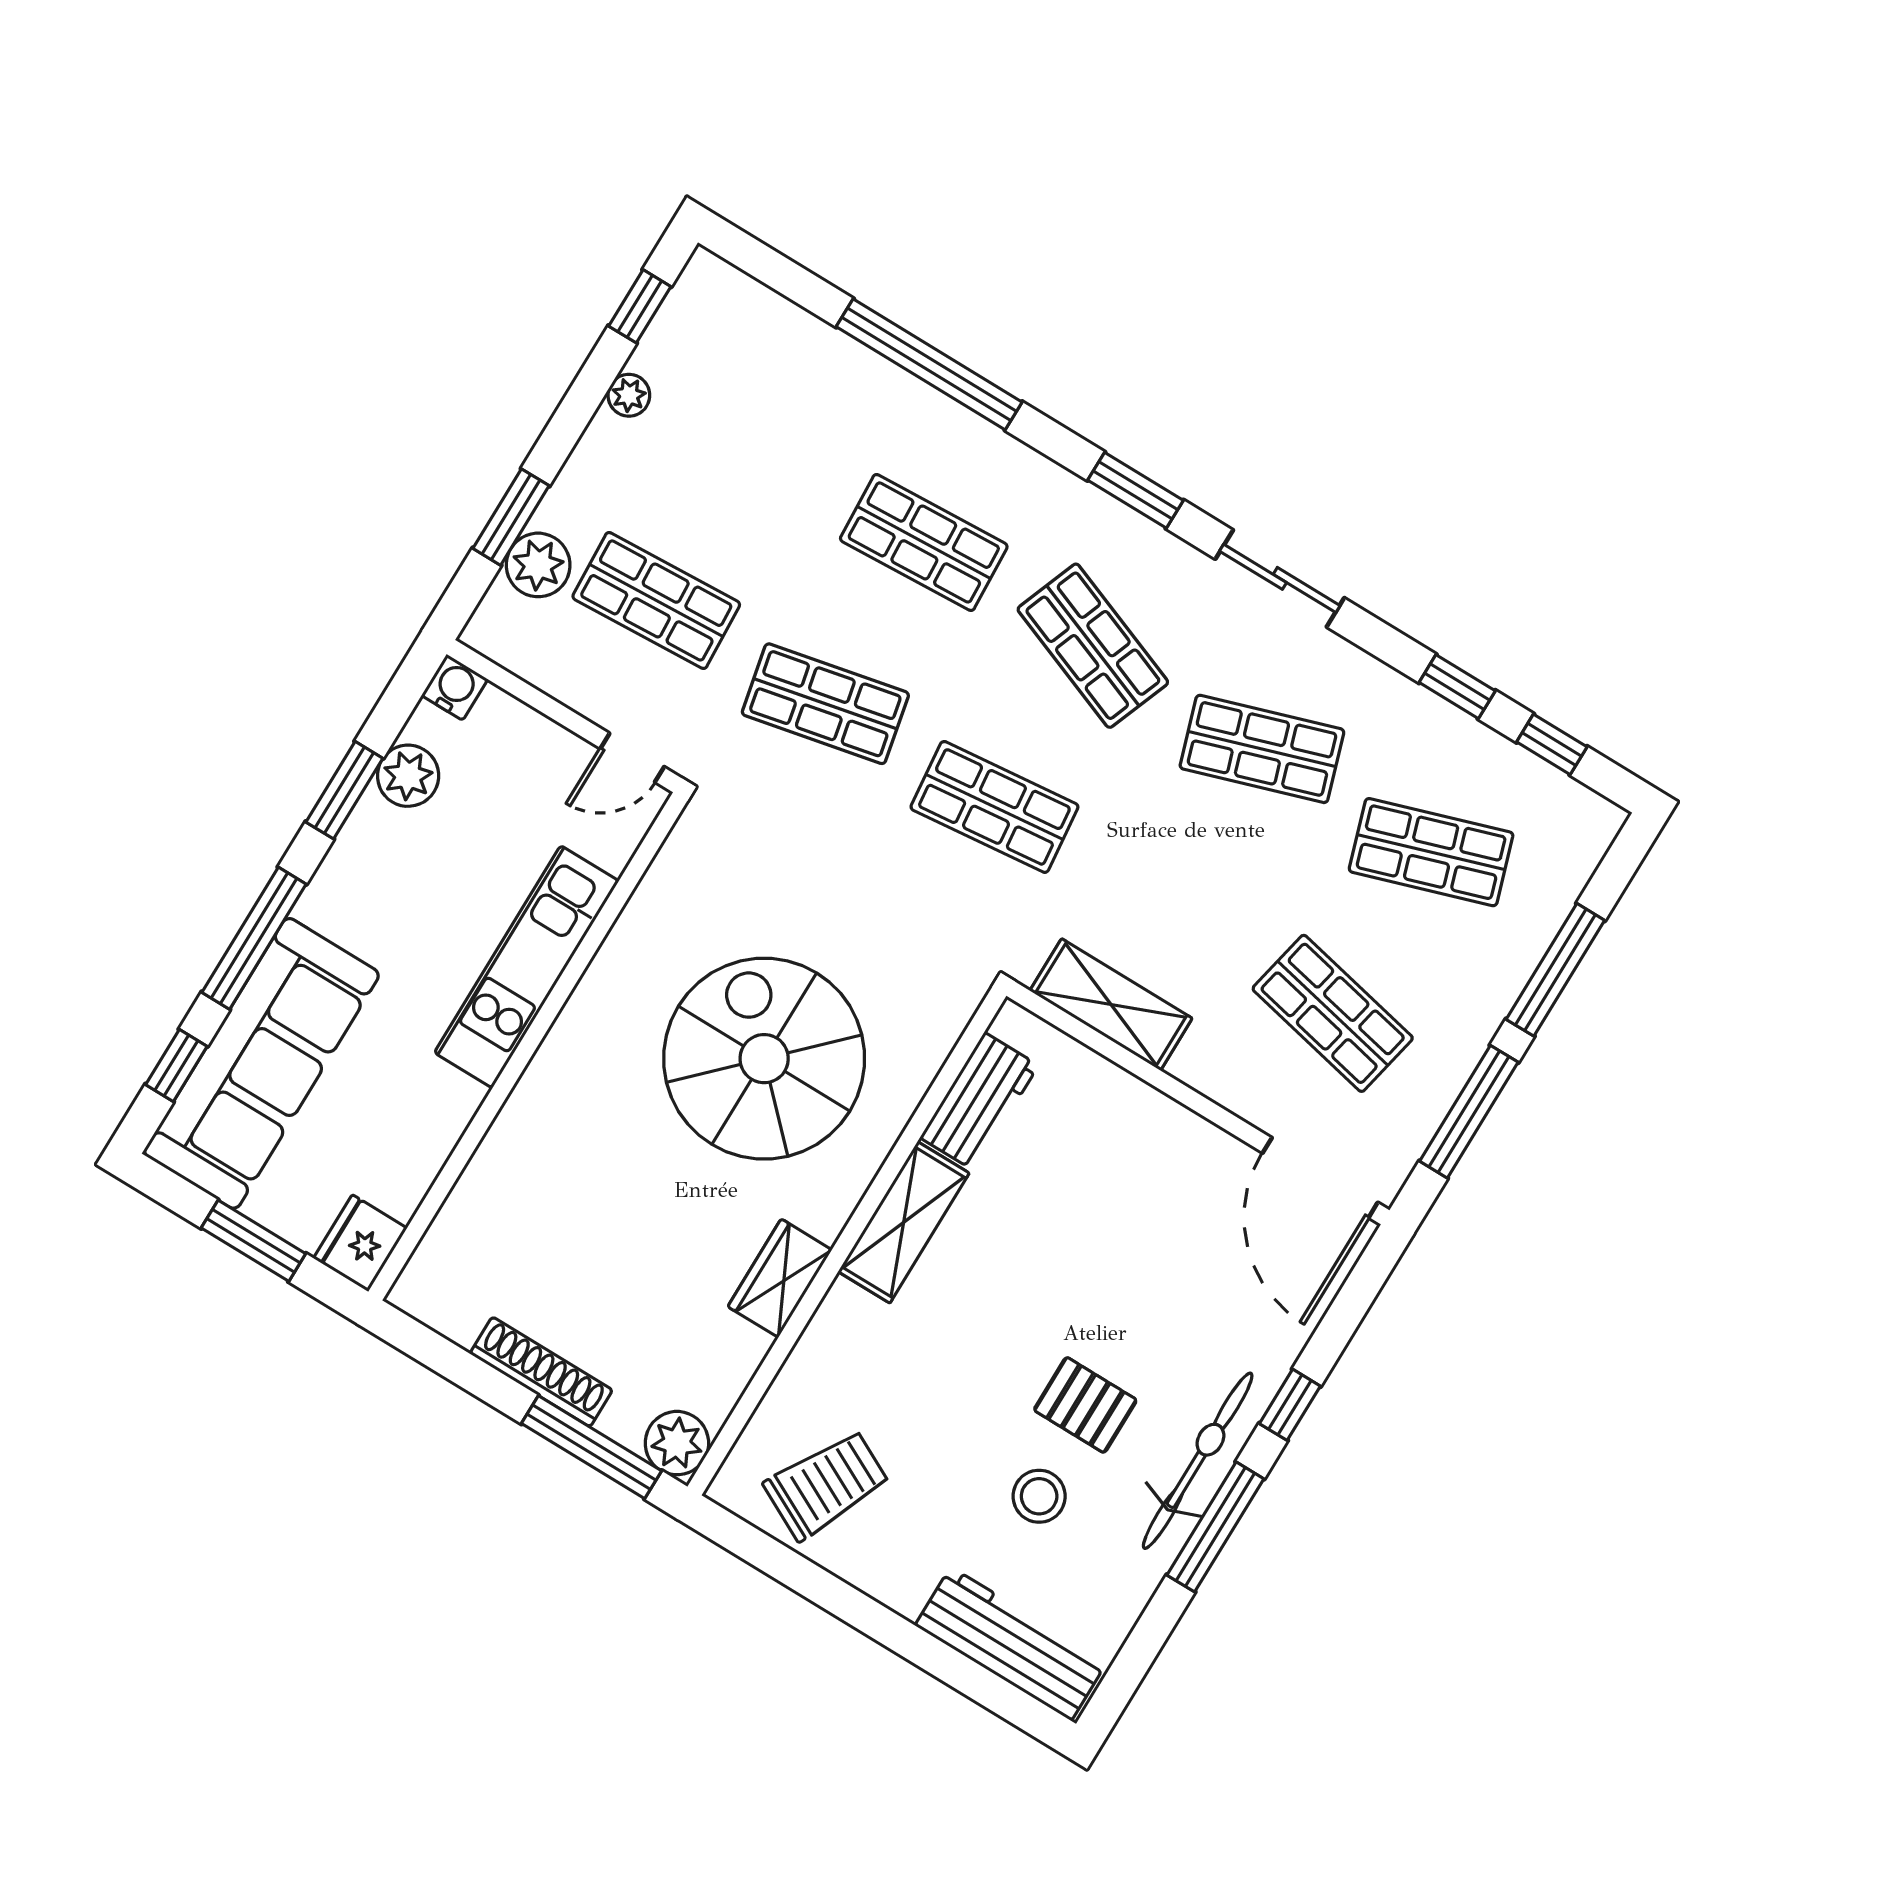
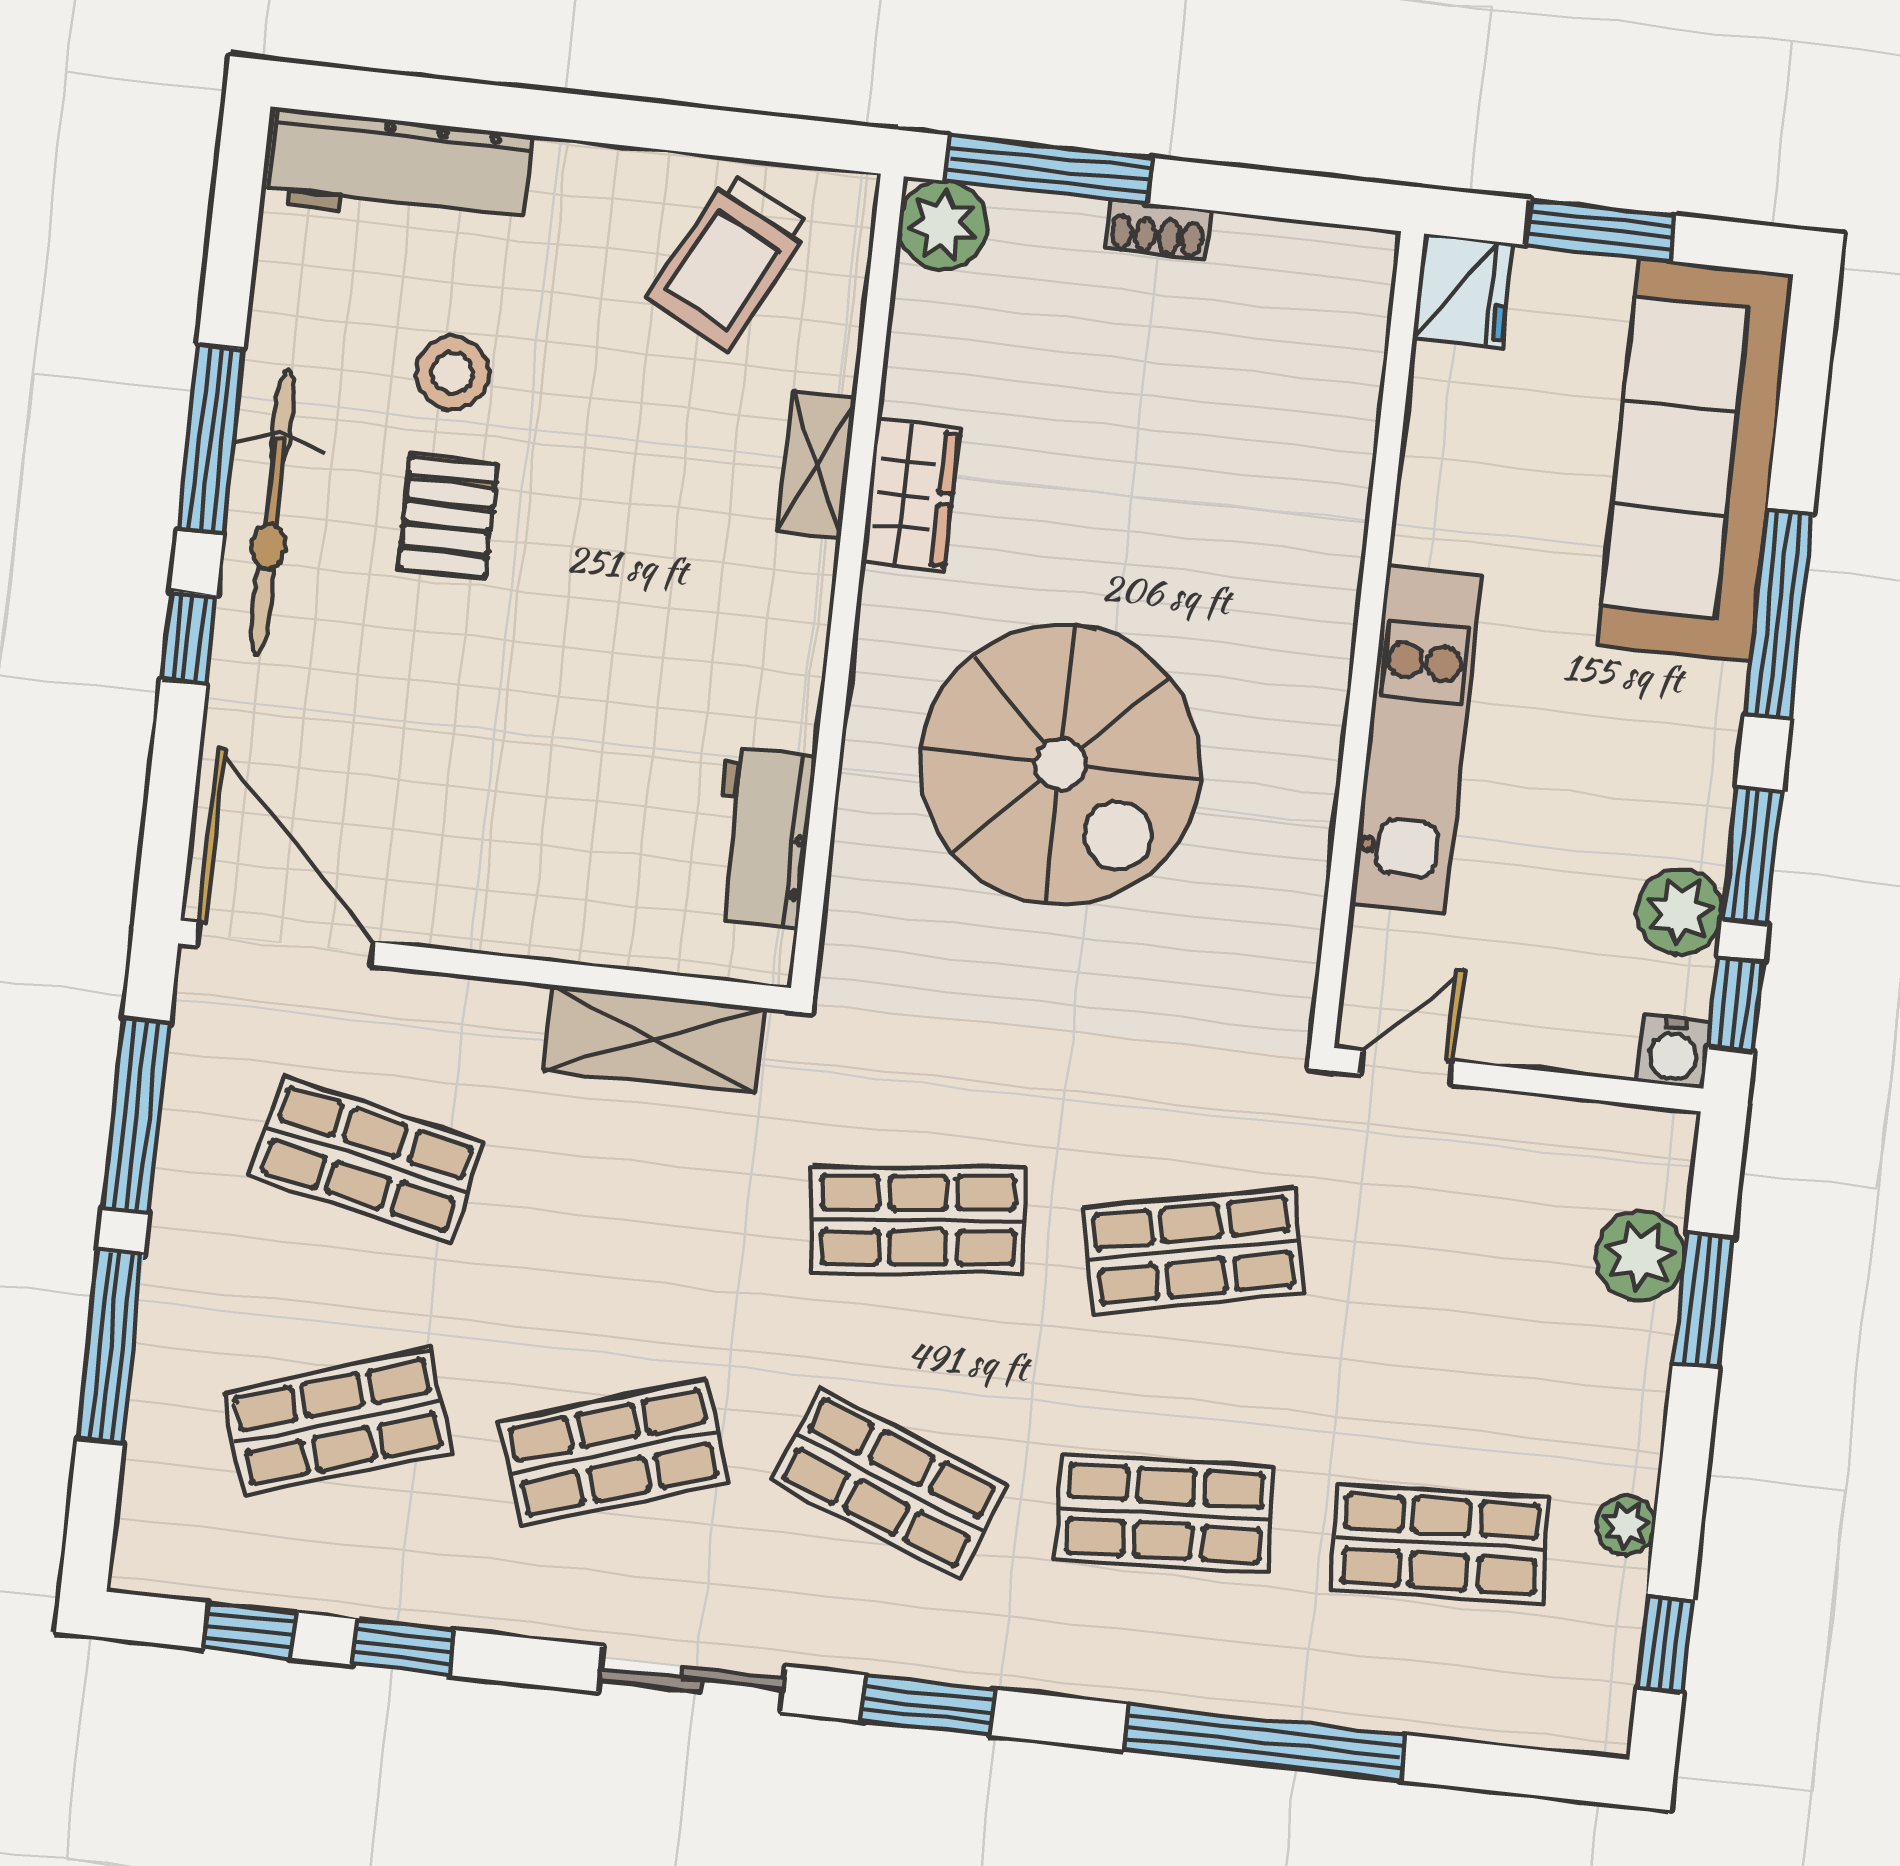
shop shelf: (656, 600) -> (1440, 1544), moved
window: (176, 1065) -> (1736, 1004), moved
shelving: (904, 1222) -> (817, 465), moved, width x0.67, depth x0.75
shoe rack: (541, 1372) -> (1158, 229), width x0.51, depth x0.81
pallet: (1085, 1405) -> (448, 516), turned 90

